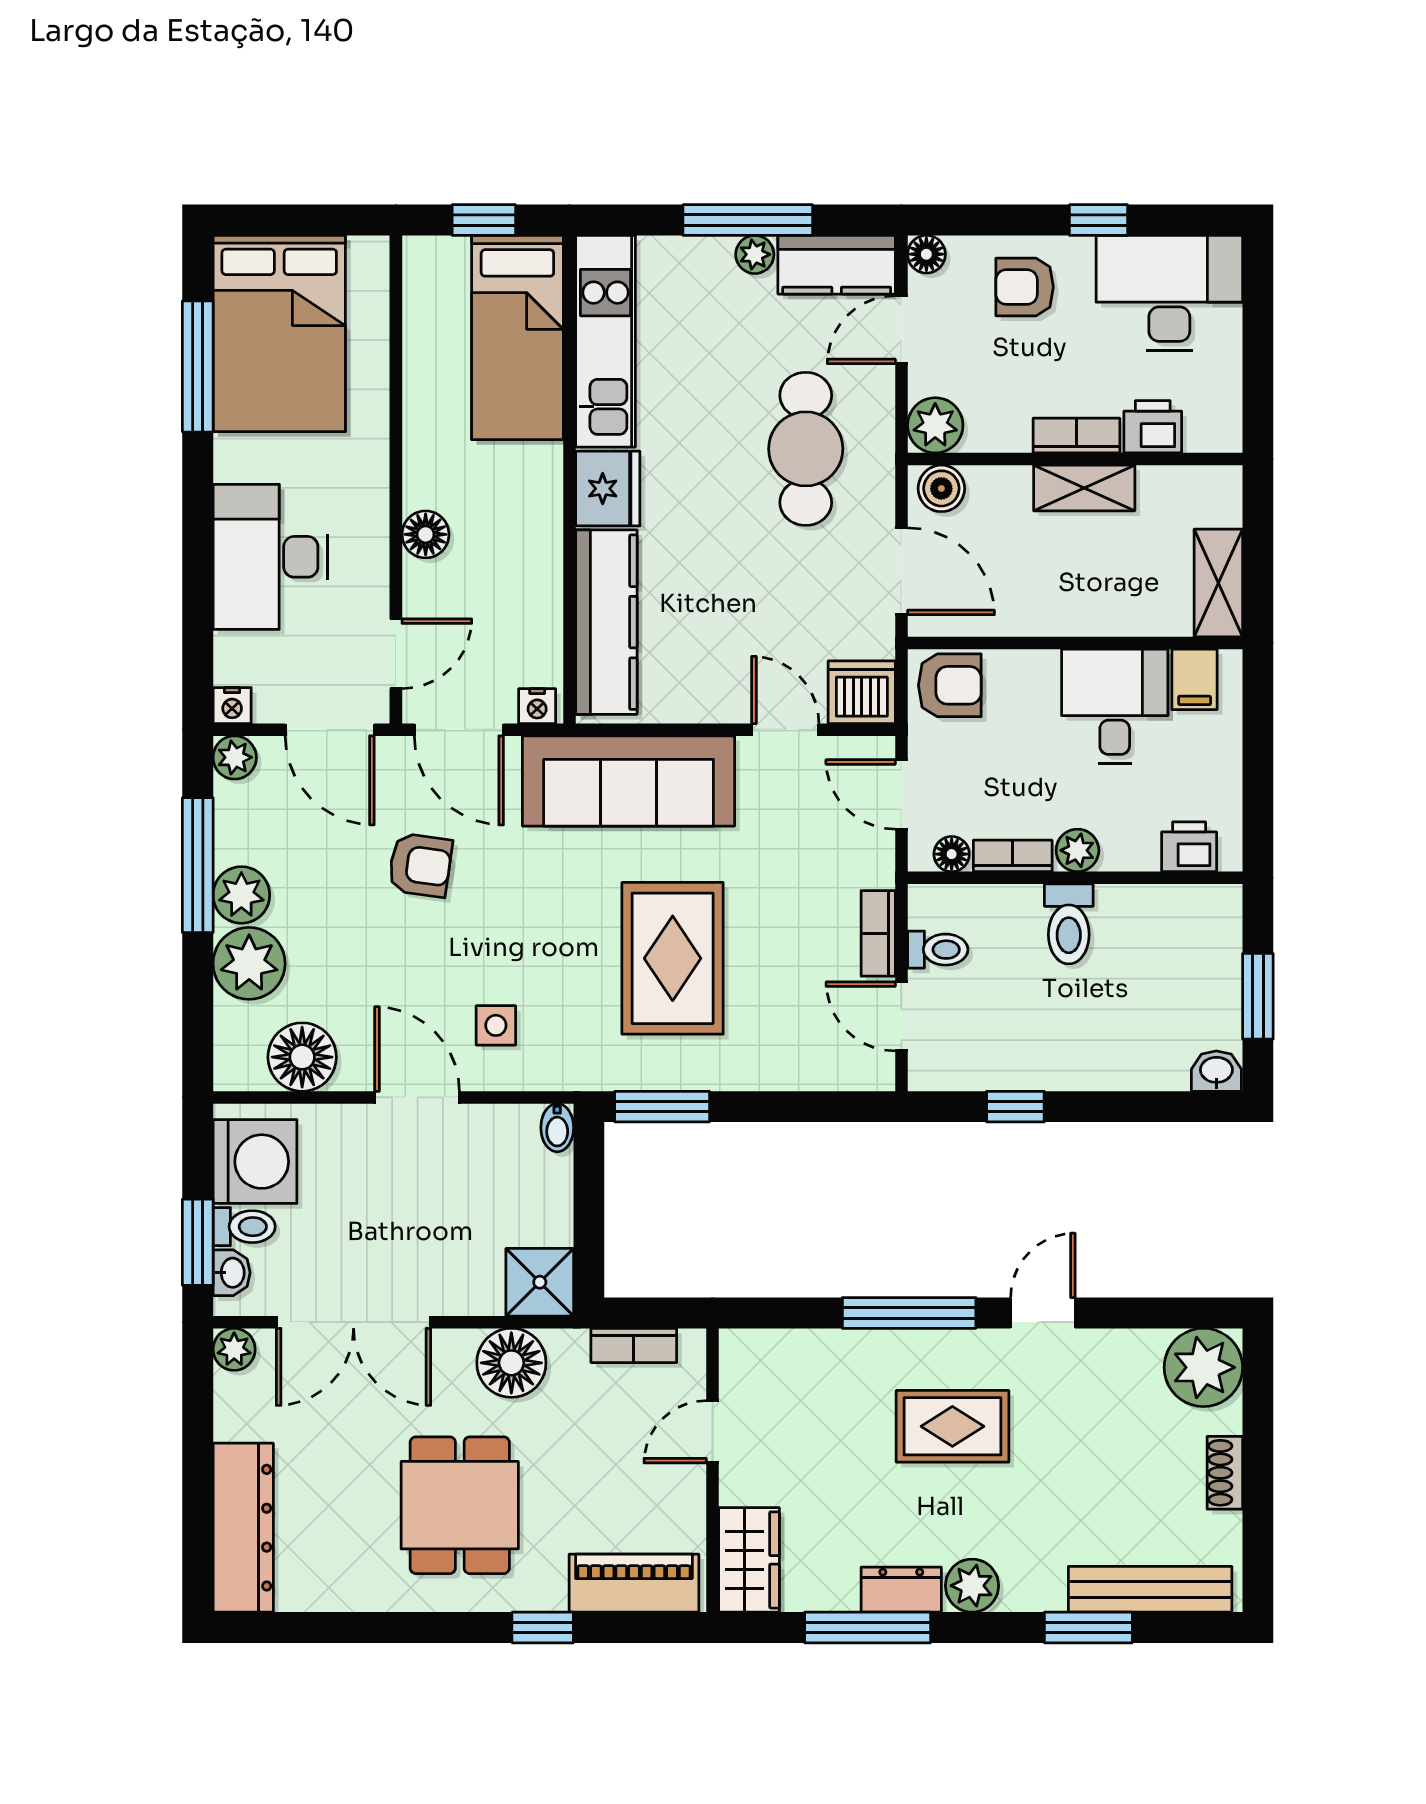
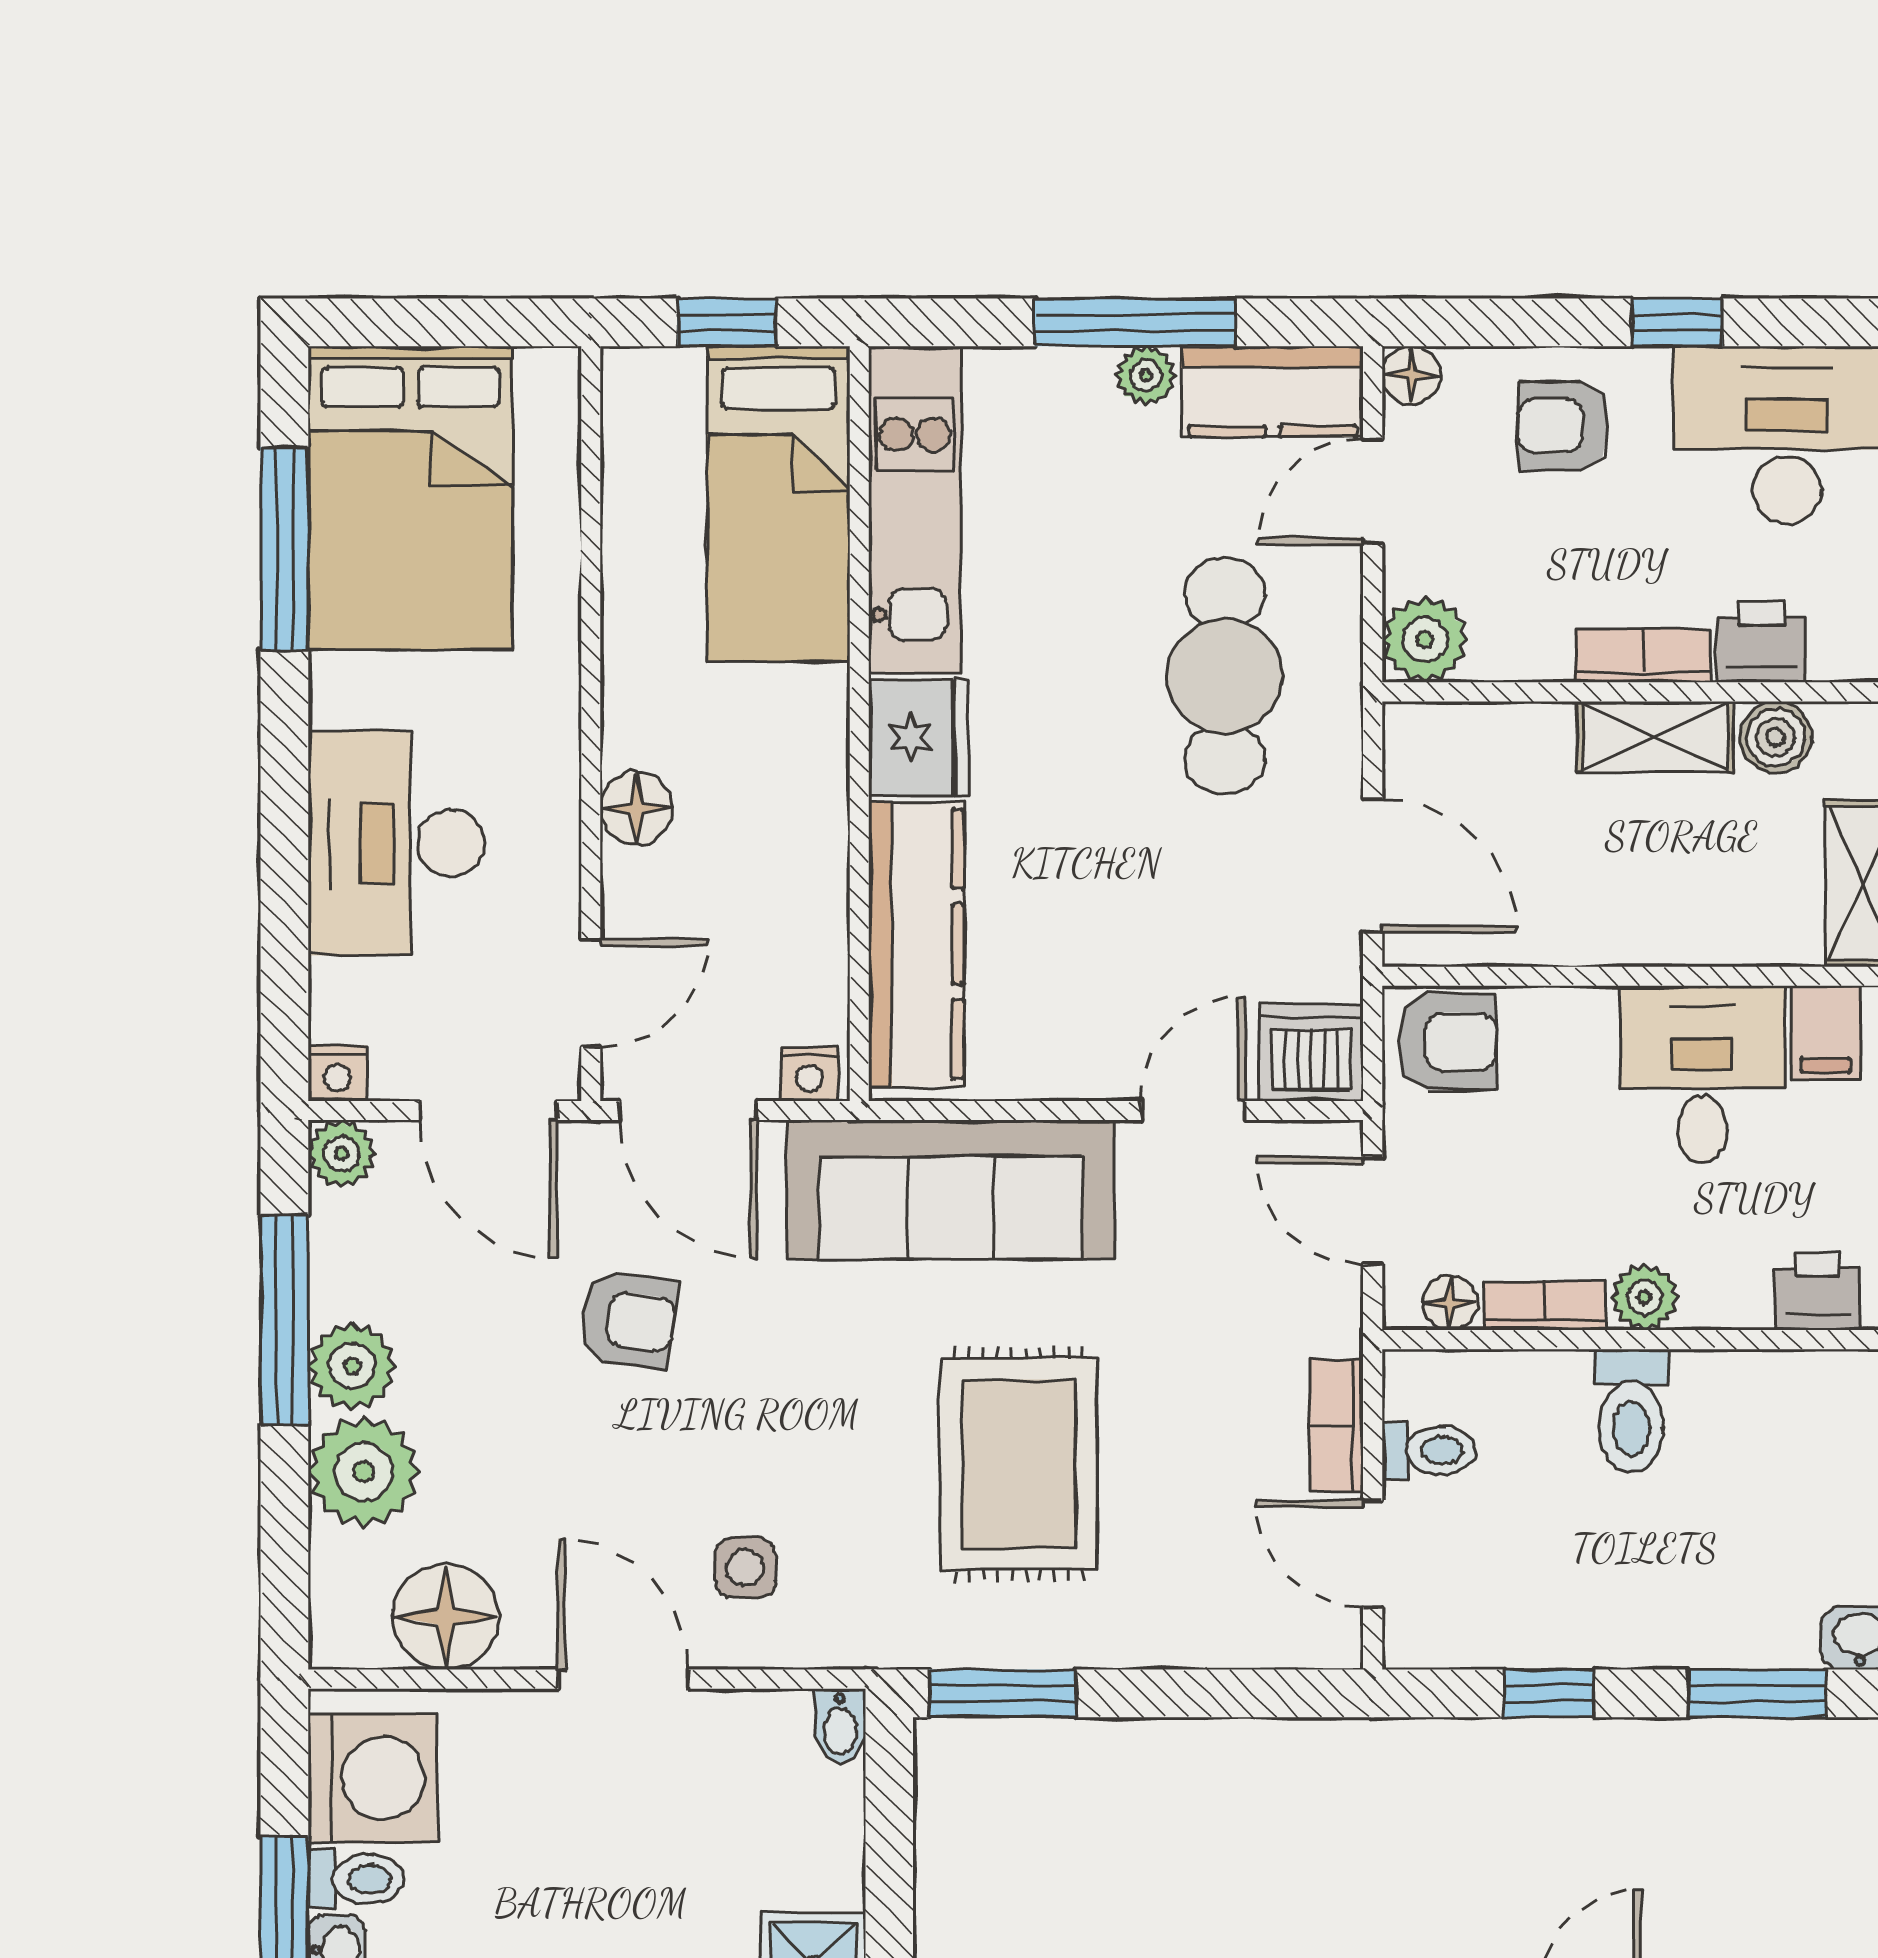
boiler: (941, 488) -> (1776, 737), moved
door: (785, 730) -> (1193, 1110), hinge flipped
window: (1150, 1107) -> (1757, 1693), added

